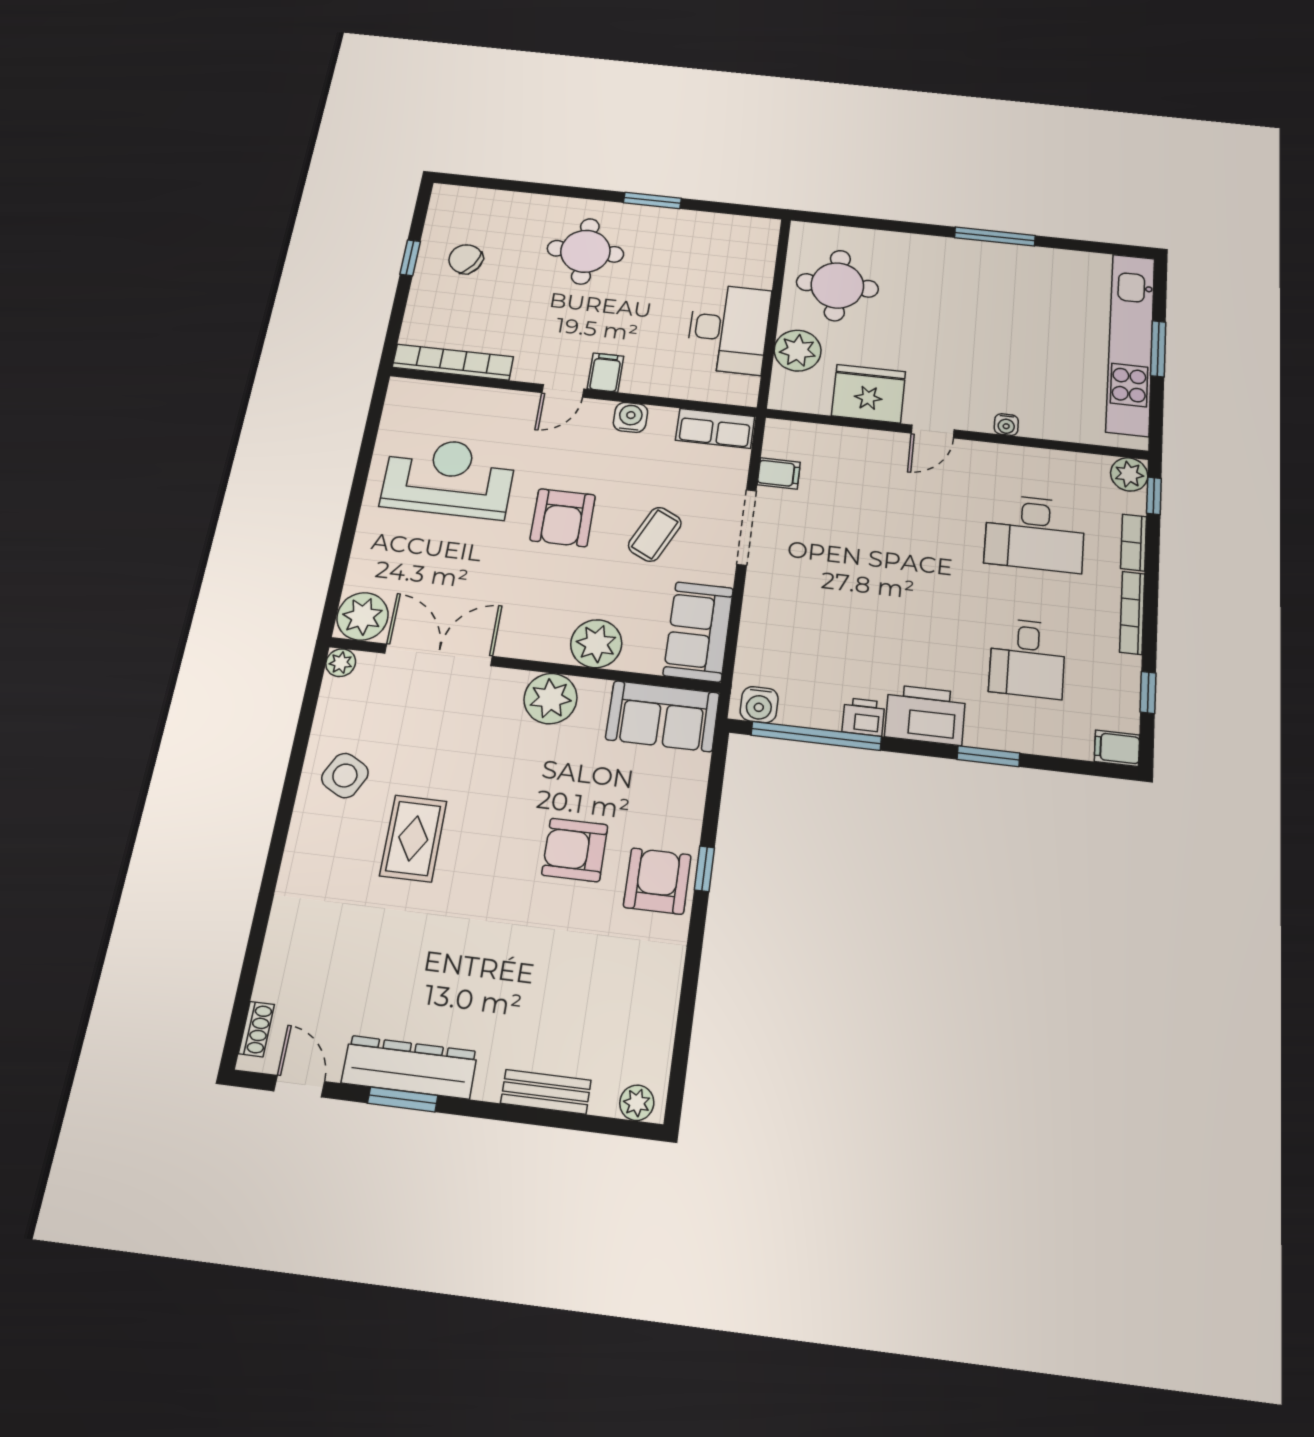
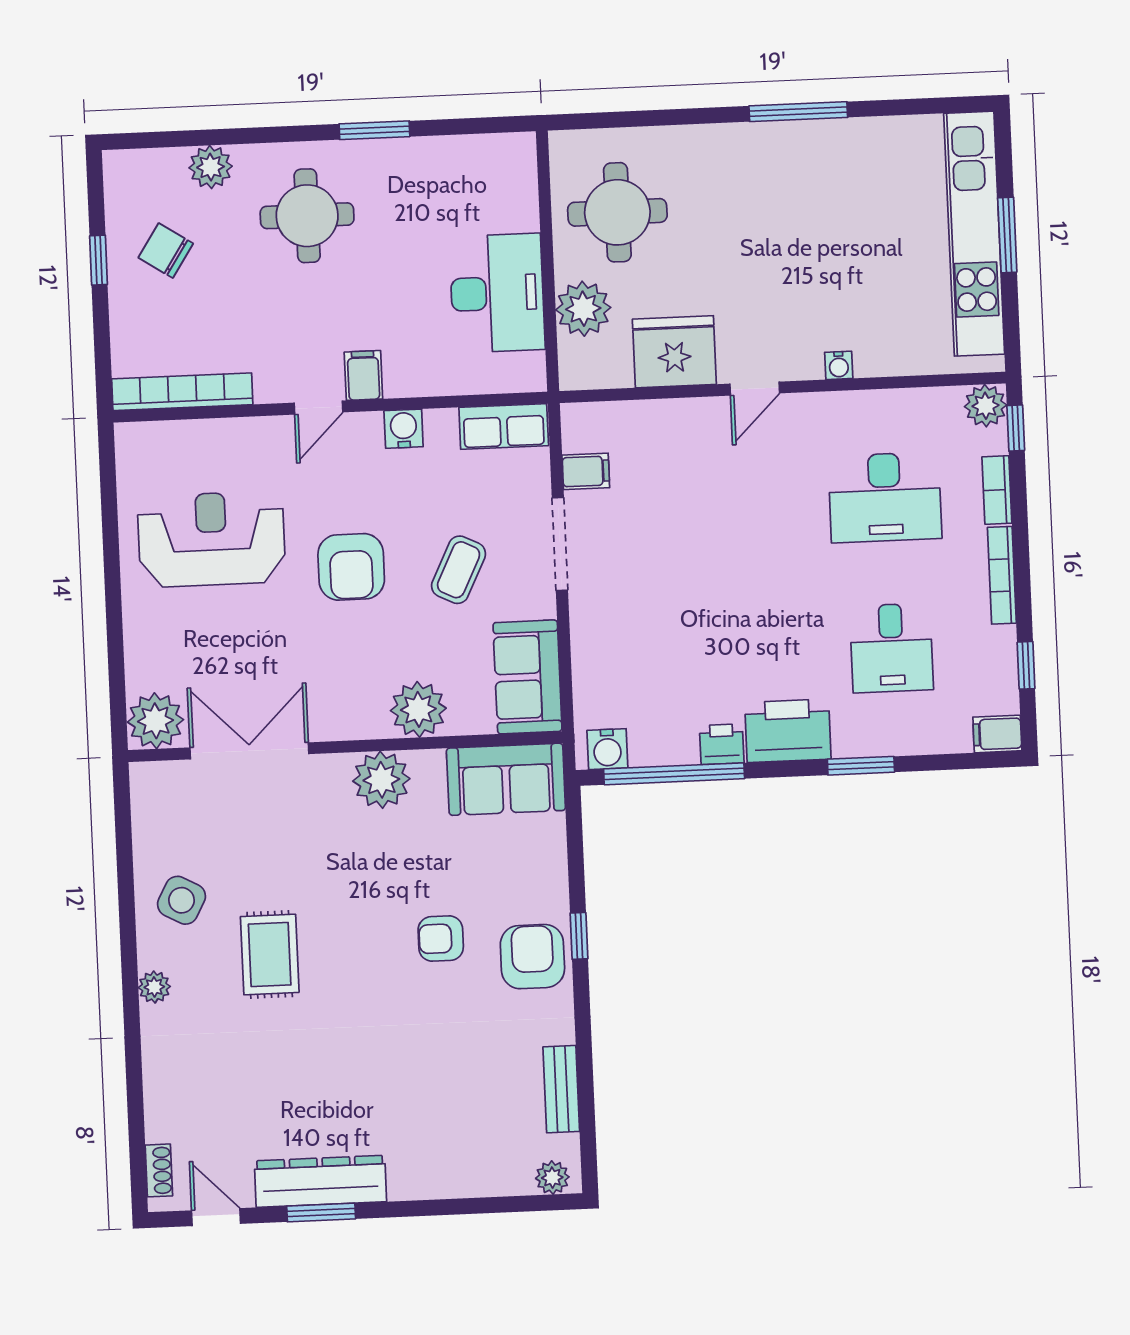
plant: (516, 207) -> (211, 167), added
plant: (341, 663) -> (154, 987), moved
armchair: (575, 850) -> (441, 939), width x0.72, depth x0.72
bench: (546, 1092) -> (561, 1089), moved, turned 90

